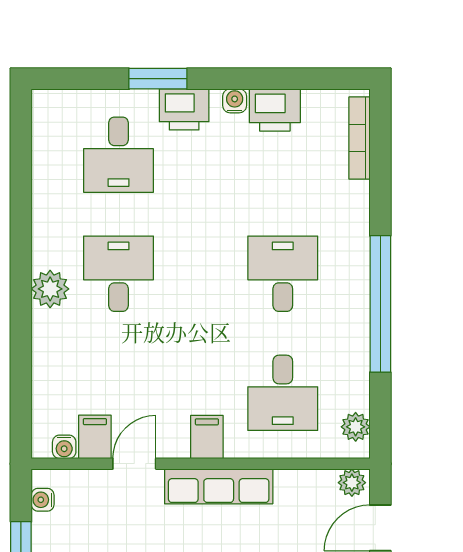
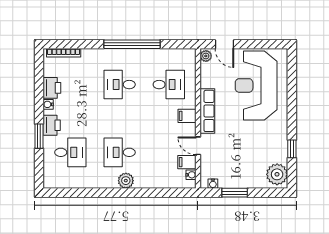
plant: (356, 427) -> (183, 54), removed

